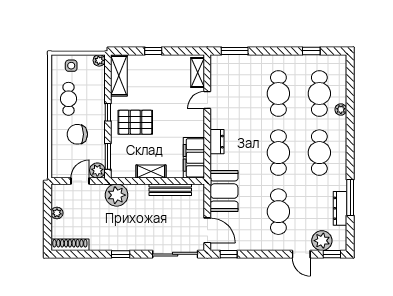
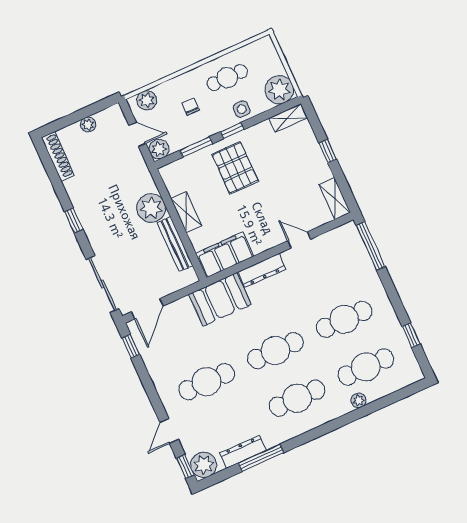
window: (235, 51) -> (371, 246), width x1.44
plant: (99, 60) -> (279, 90), width x1.87, depth x1.87
side table: (71, 66) -> (242, 109), moved
shelving: (198, 73) -> (335, 199), moved, turned 90
shelving: (119, 76) -> (288, 118), width x0.67, depth x0.75
chair: (77, 134) -> (190, 107), width x0.54, depth x0.54
dresser: (217, 142) -> (262, 270), width x1.44
window: (108, 156) -> (196, 147), moved
plant: (59, 163) -> (147, 100), added
booth: (224, 191) -> (220, 299), moved
plant: (117, 195) -> (151, 208), moved
plant: (322, 241) -> (204, 465), moved

